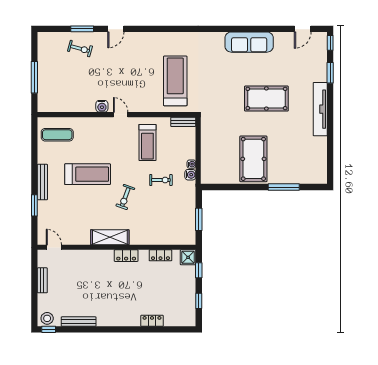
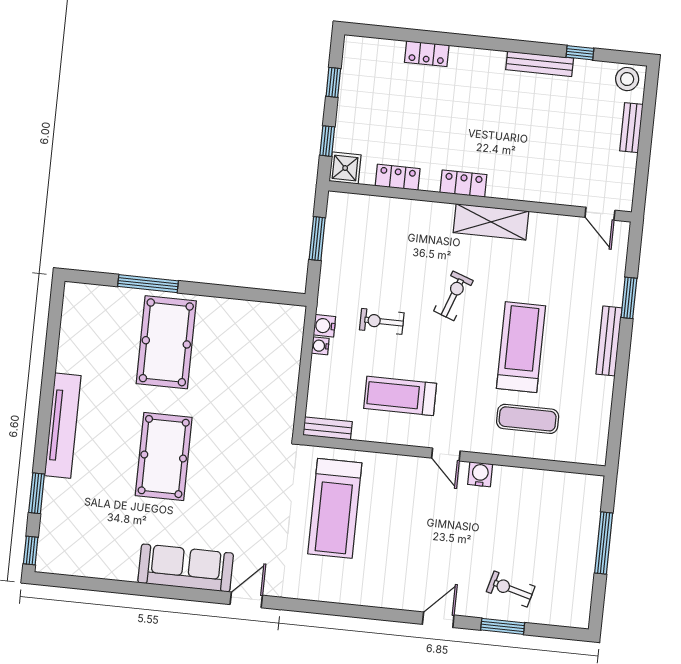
door: (303, 29) -> (246, 600), moved
pool table: (266, 99) -> (164, 457), turned 90
exercise mat: (57, 135) -> (528, 419), moved
treadmill: (147, 142) -> (400, 396), turned -90
pool table: (253, 159) -> (166, 342), moved
treadmill: (88, 174) -> (521, 347), turned 90
bench: (42, 280) -> (631, 128), moved
bench: (79, 322) -> (540, 64), moved
window: (49, 329) -> (580, 53), moved

